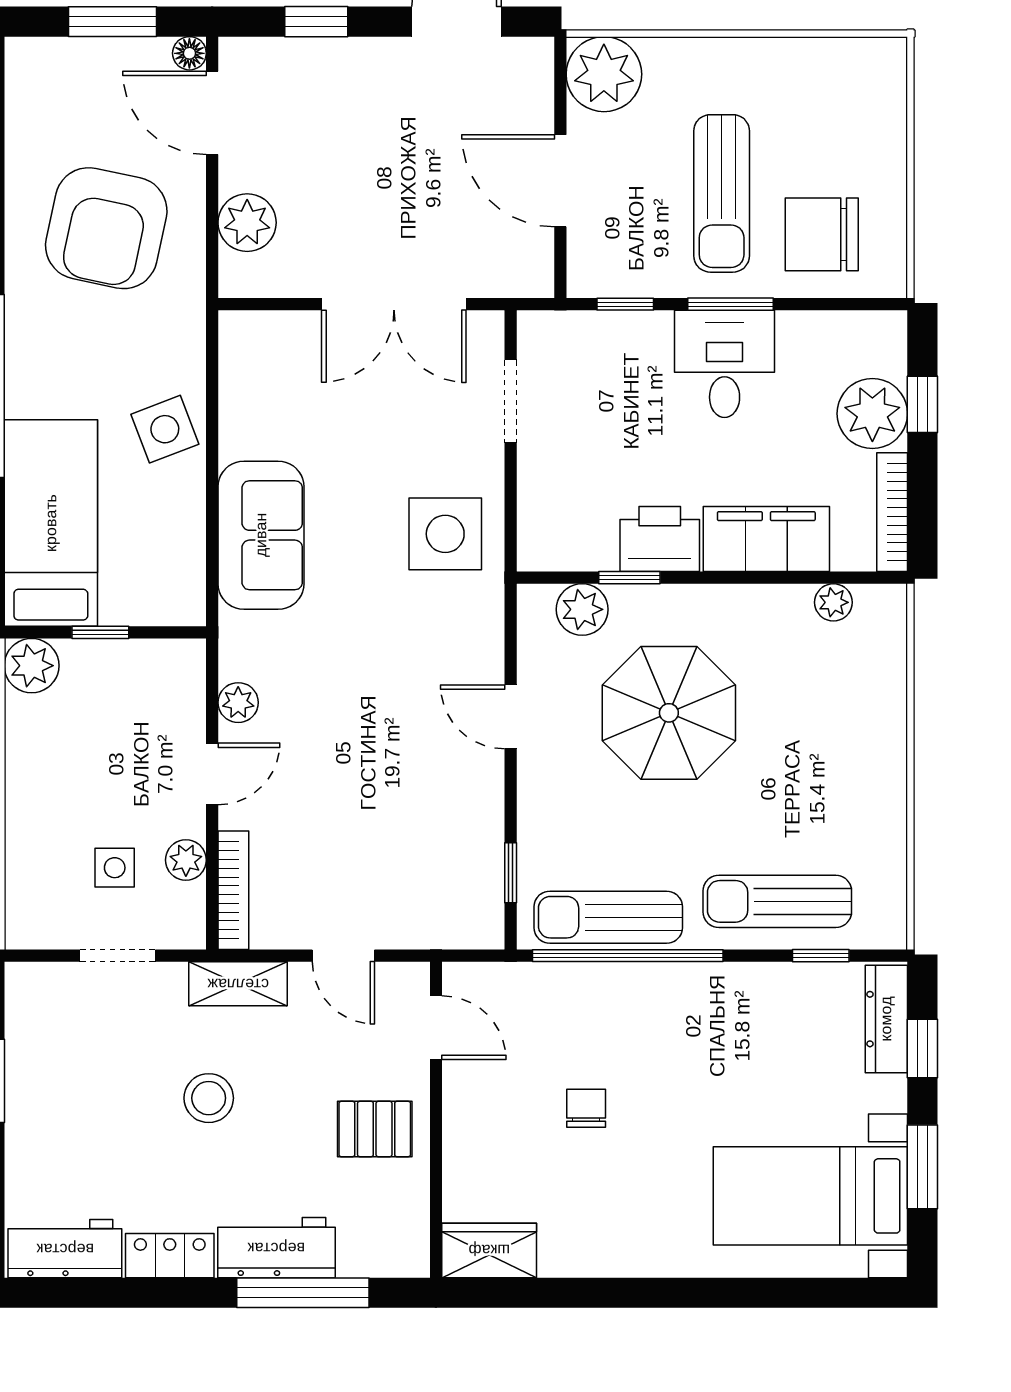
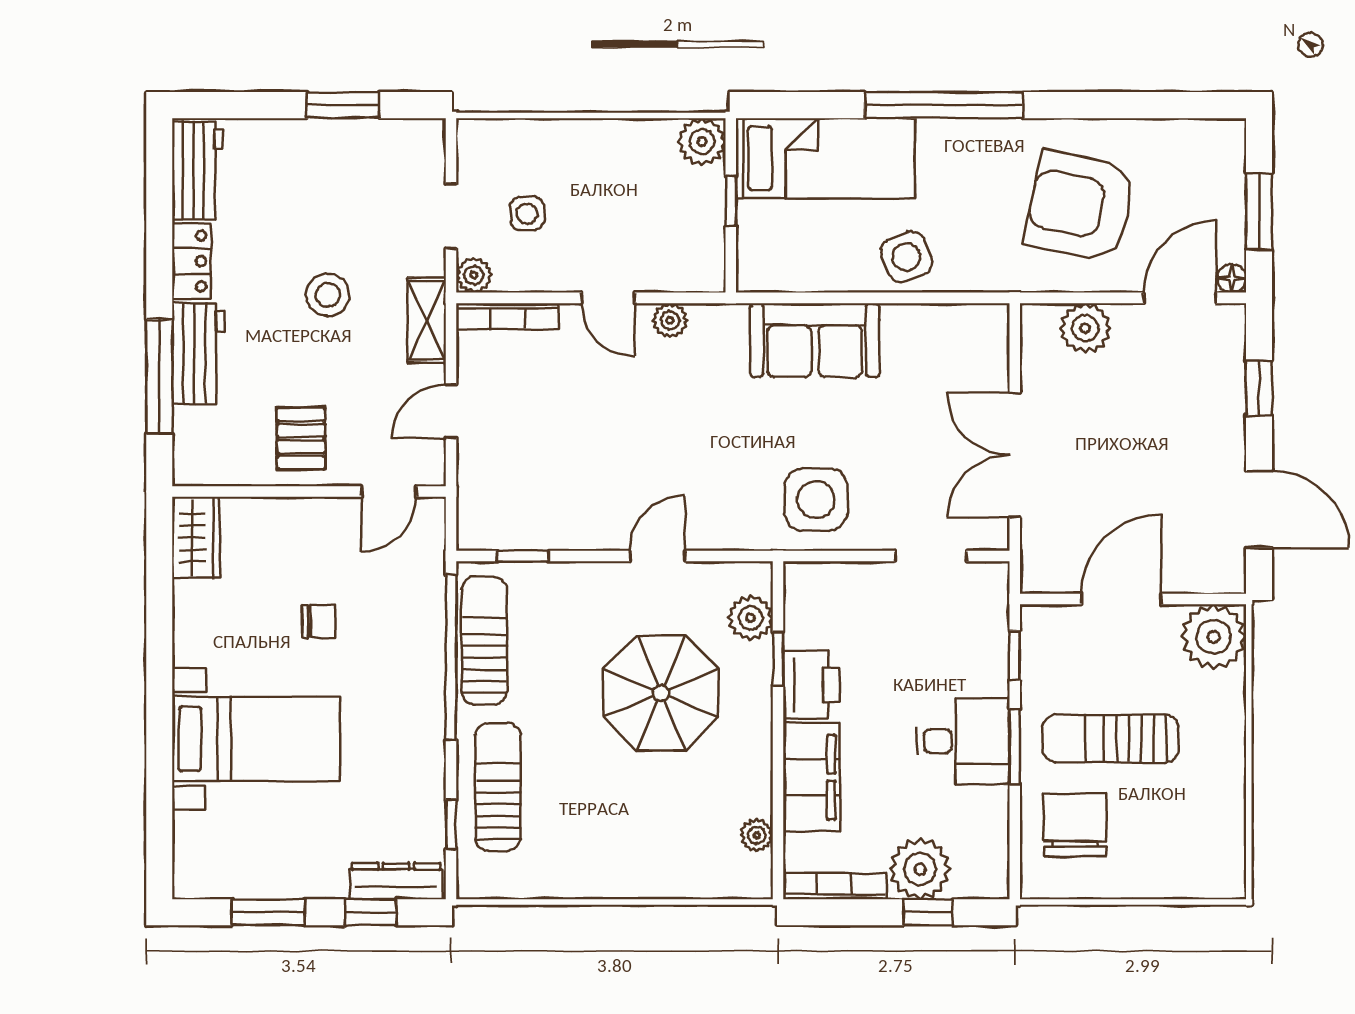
plant: (186, 860) -> (474, 275), moved
bed with nightstands: (810, 1196) -> (256, 739), moved, turned 90

